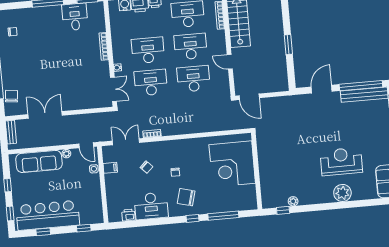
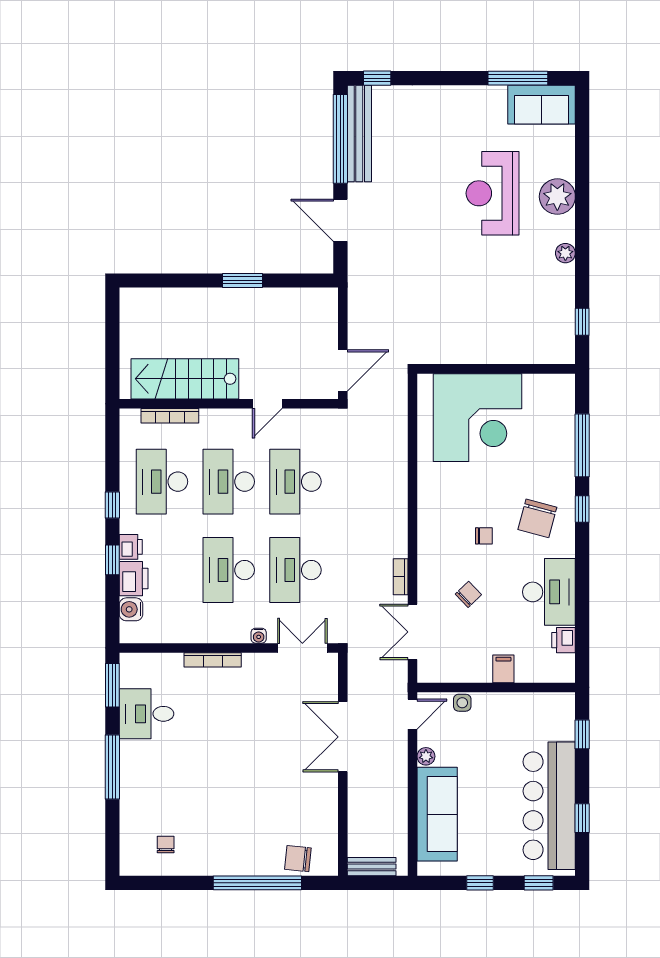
double door: (45, 115) -> (343, 737), moved
filing cabinet: (110, 168) -> (503, 669), moved
plant: (293, 201) -> (565, 253), moved

